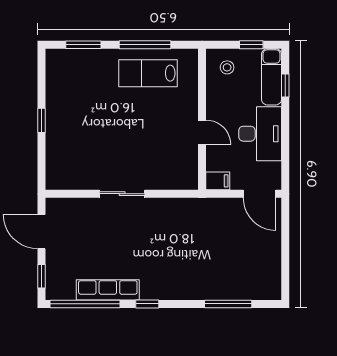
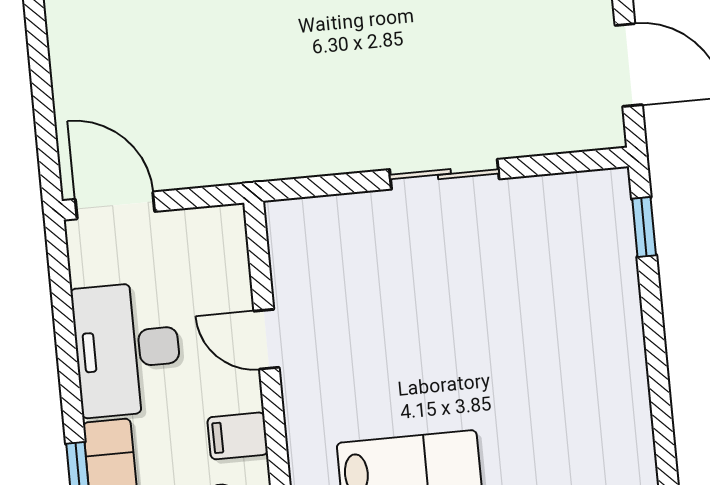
window: (42, 120) -> (644, 227), moved
filing cabinet: (218, 181) -> (238, 436), moved

